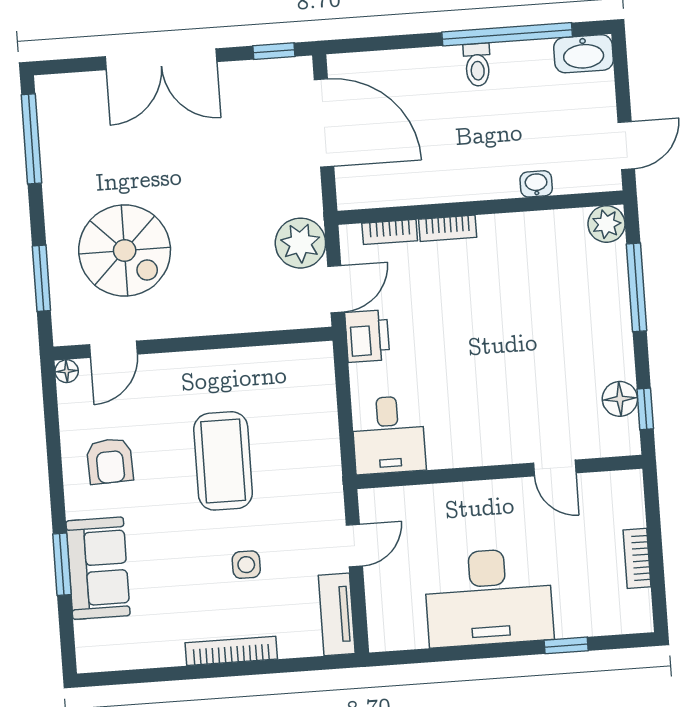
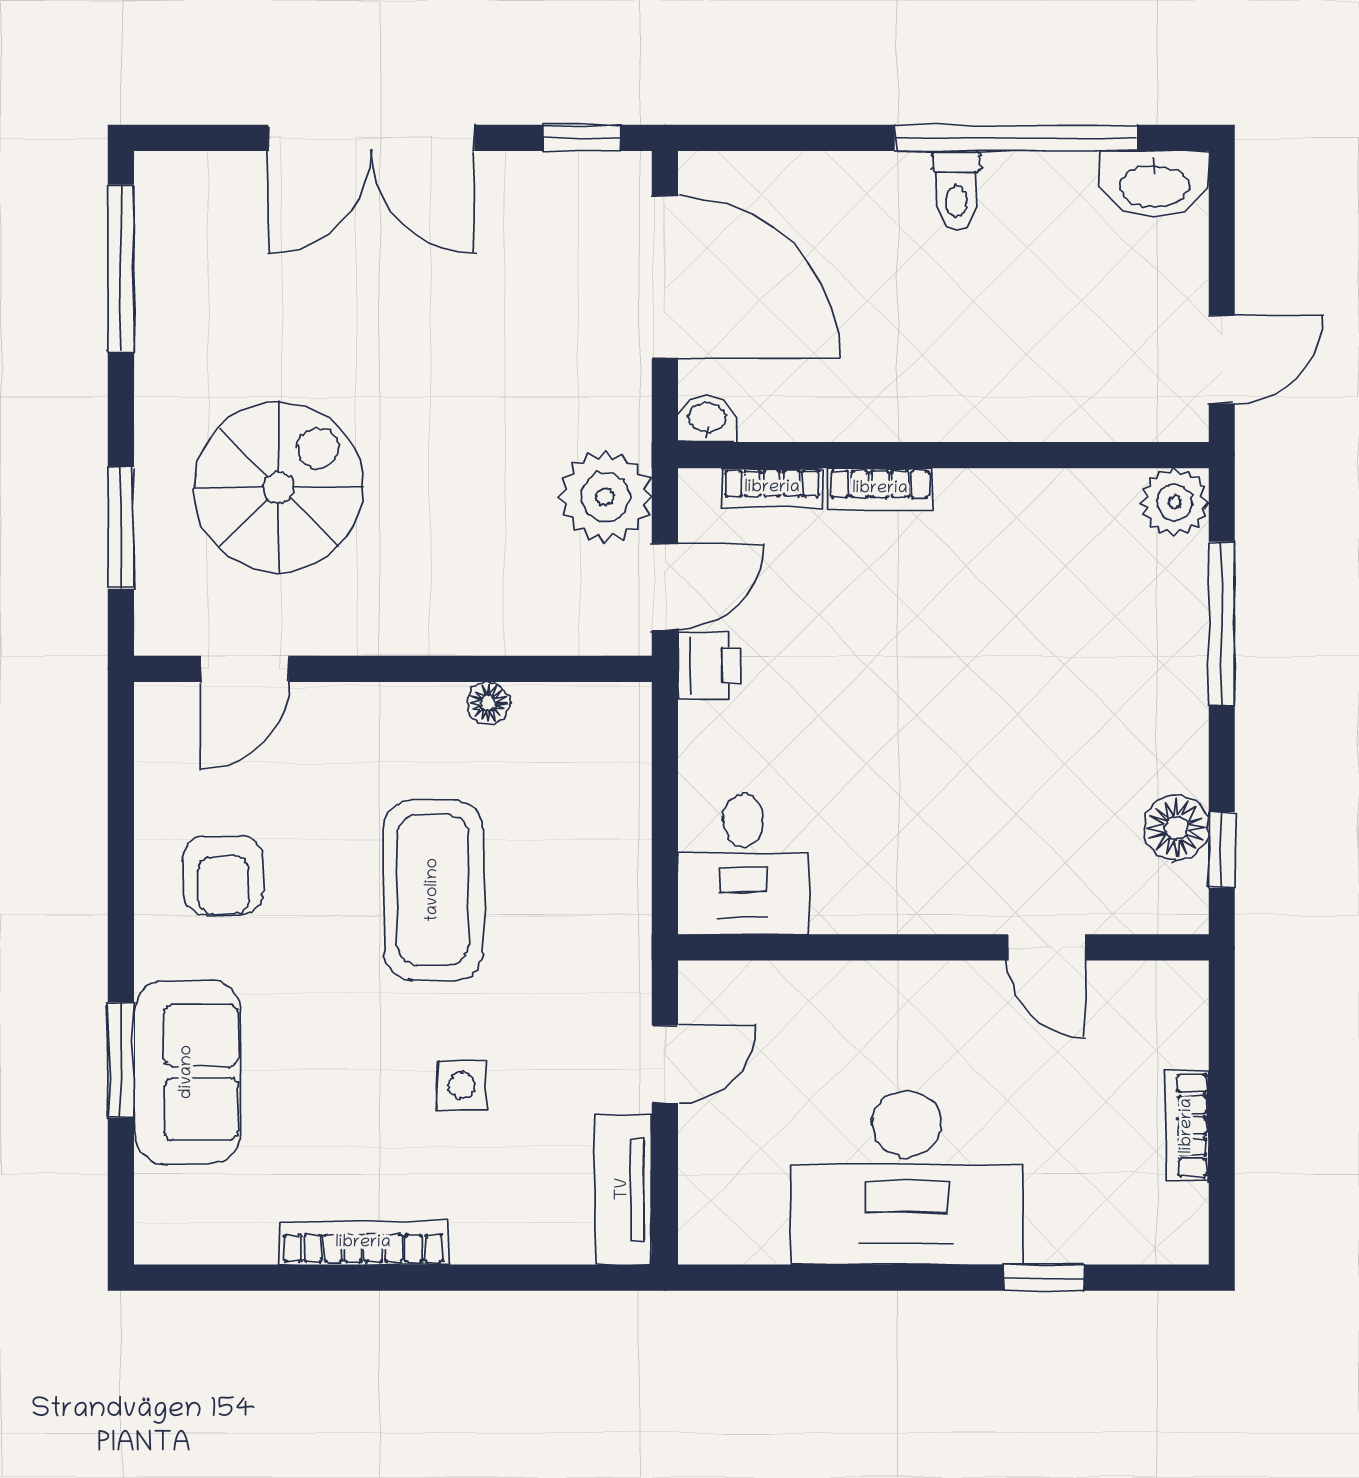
washbasin: (536, 184) -> (707, 419), moved
spiral stairs: (125, 250) -> (279, 487), turned -90
printer: (367, 336) -> (709, 666), width x0.73, depth x0.81
floor lamp: (67, 371) -> (488, 703), moved
bookcase: (231, 651) -> (363, 1243), moved

